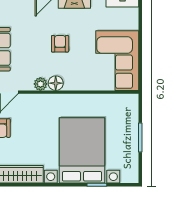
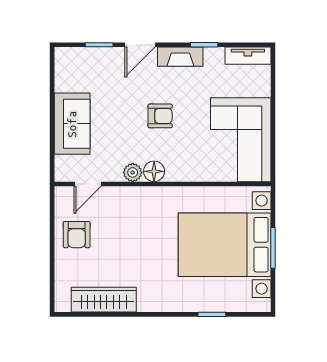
armchair: (60, 44) -> (160, 116), turned 90
bed with nightstands: (82, 150) -> (225, 245), moved, turned -90

